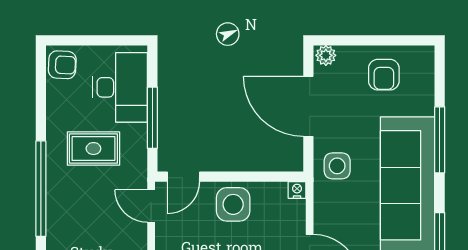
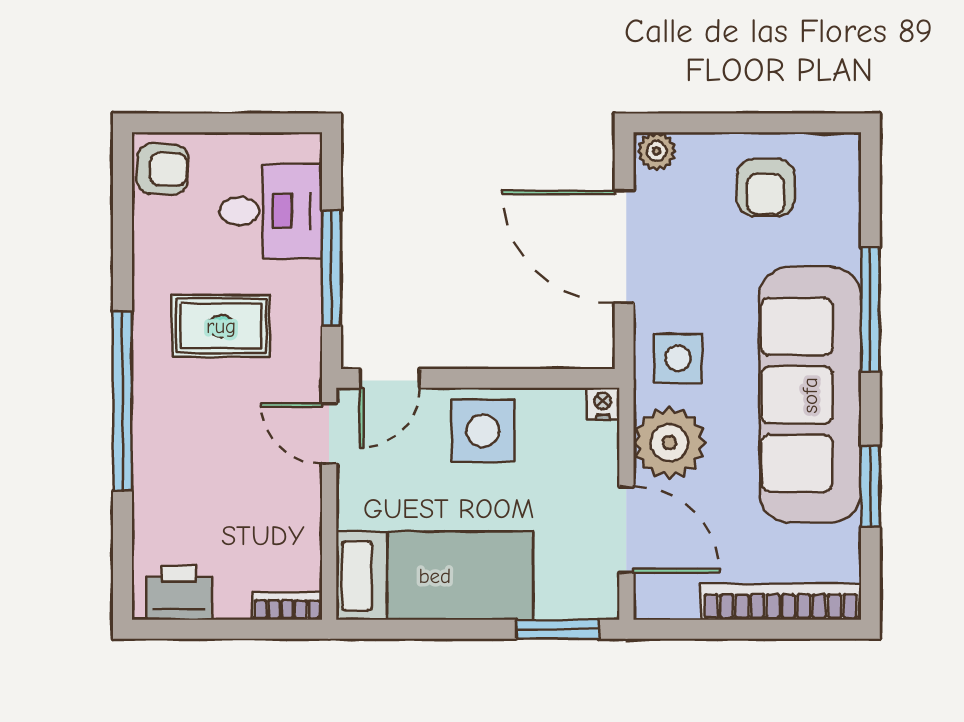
desk: (120, 87) -> (271, 211), width x0.73
plant: (333, 211) -> (669, 443), added

